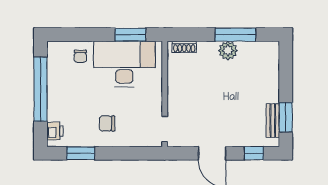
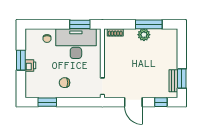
window: (40, 89) -> (21, 60), width x0.47
printer: (55, 131) -> (30, 65), moved

